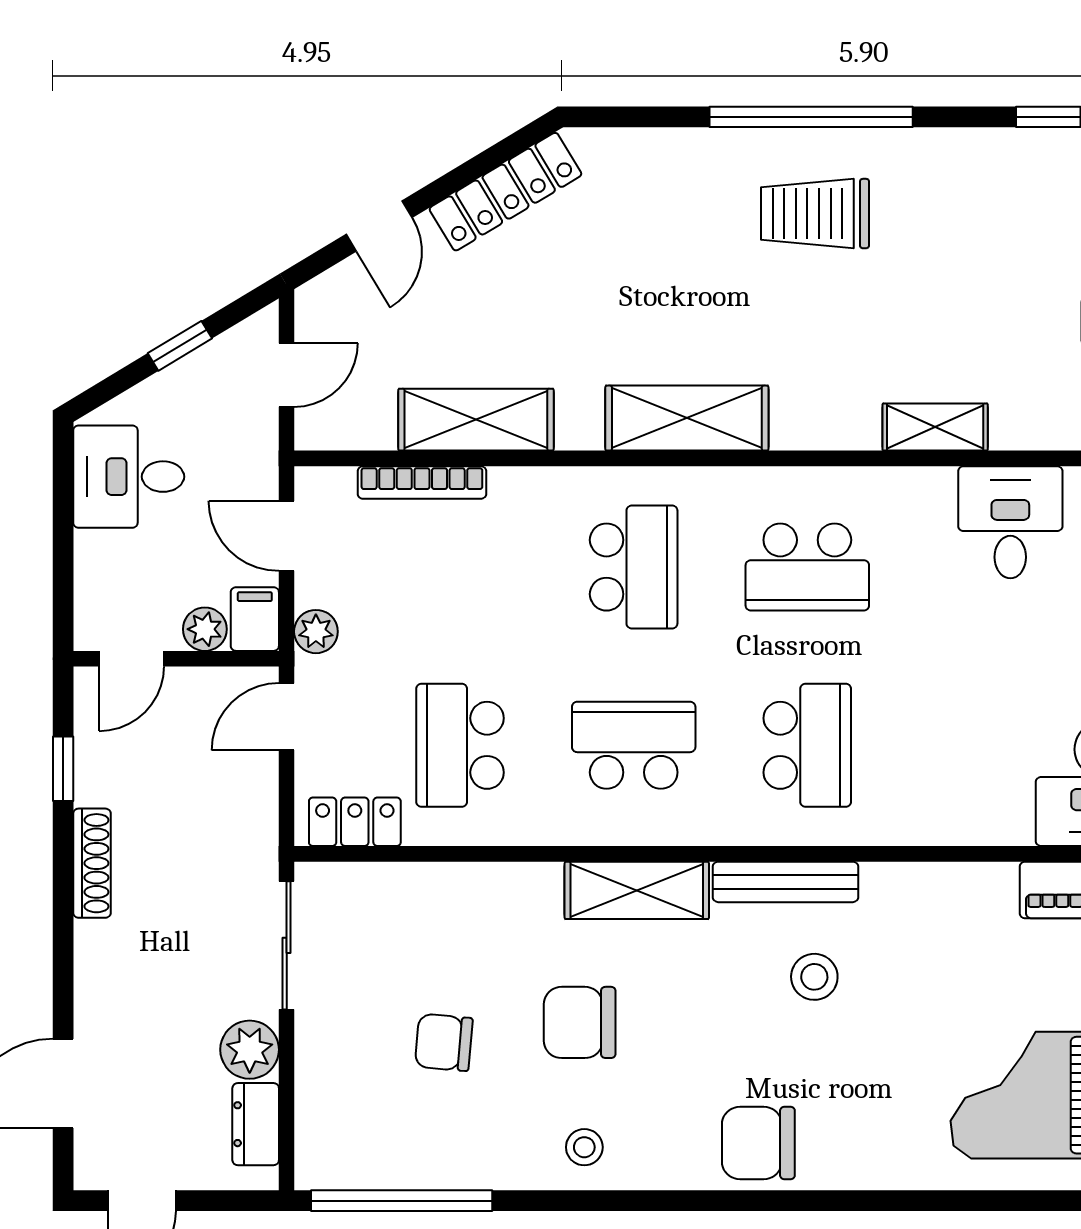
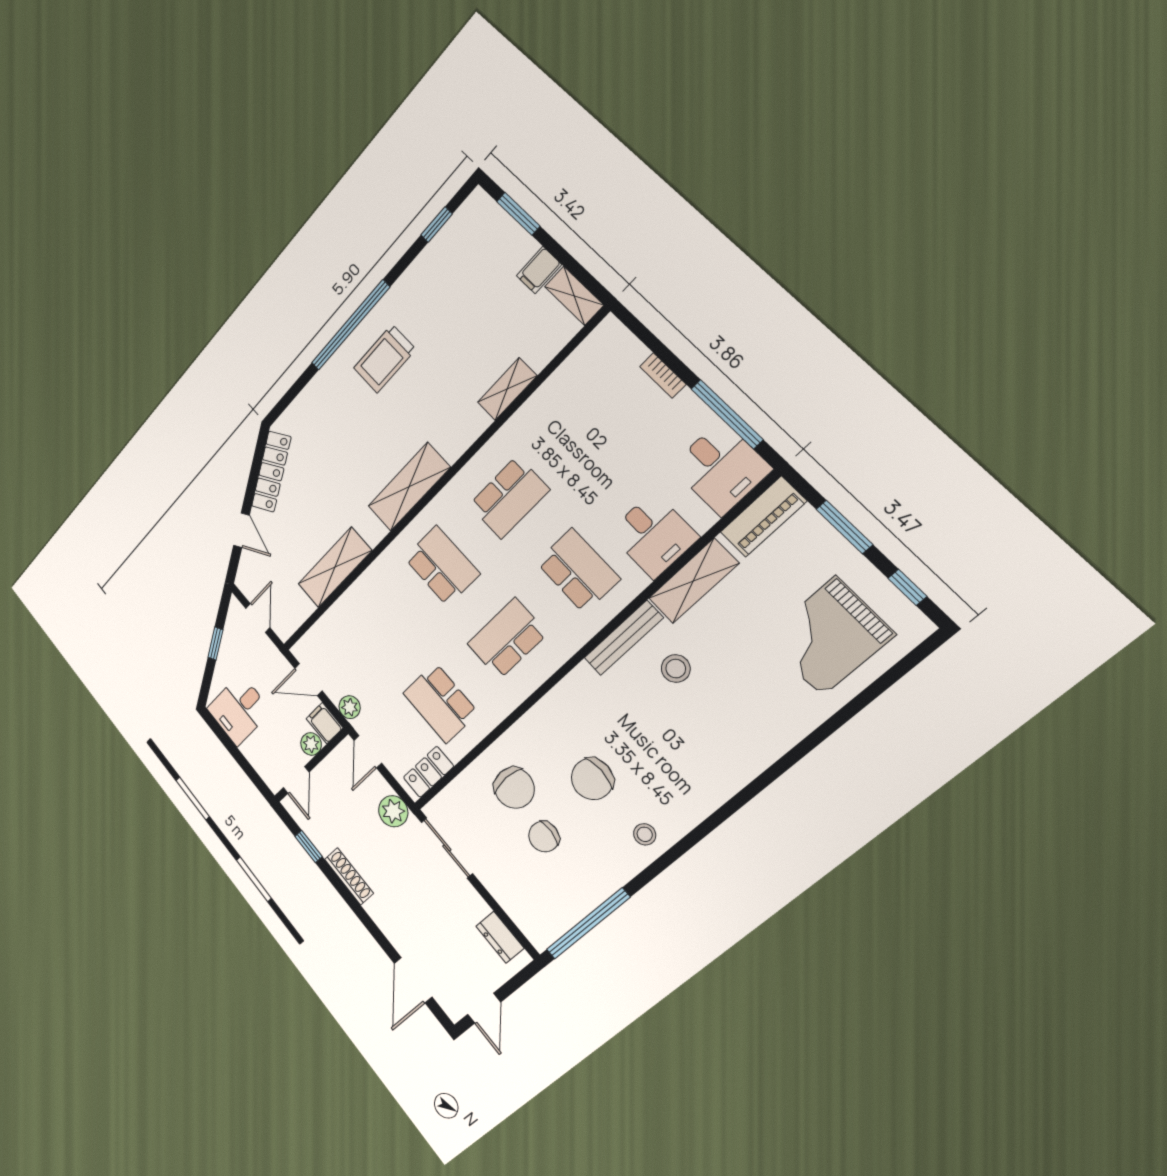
bookcase: (422, 483) -> (337, 611), removed
desk: (1010, 522) -> (653, 535), moved, turned 180
shelving: (637, 890) -> (693, 581), moved
plant: (250, 1050) -> (393, 811), moved
chair: (758, 1143) -> (514, 788), moved, turned -90

